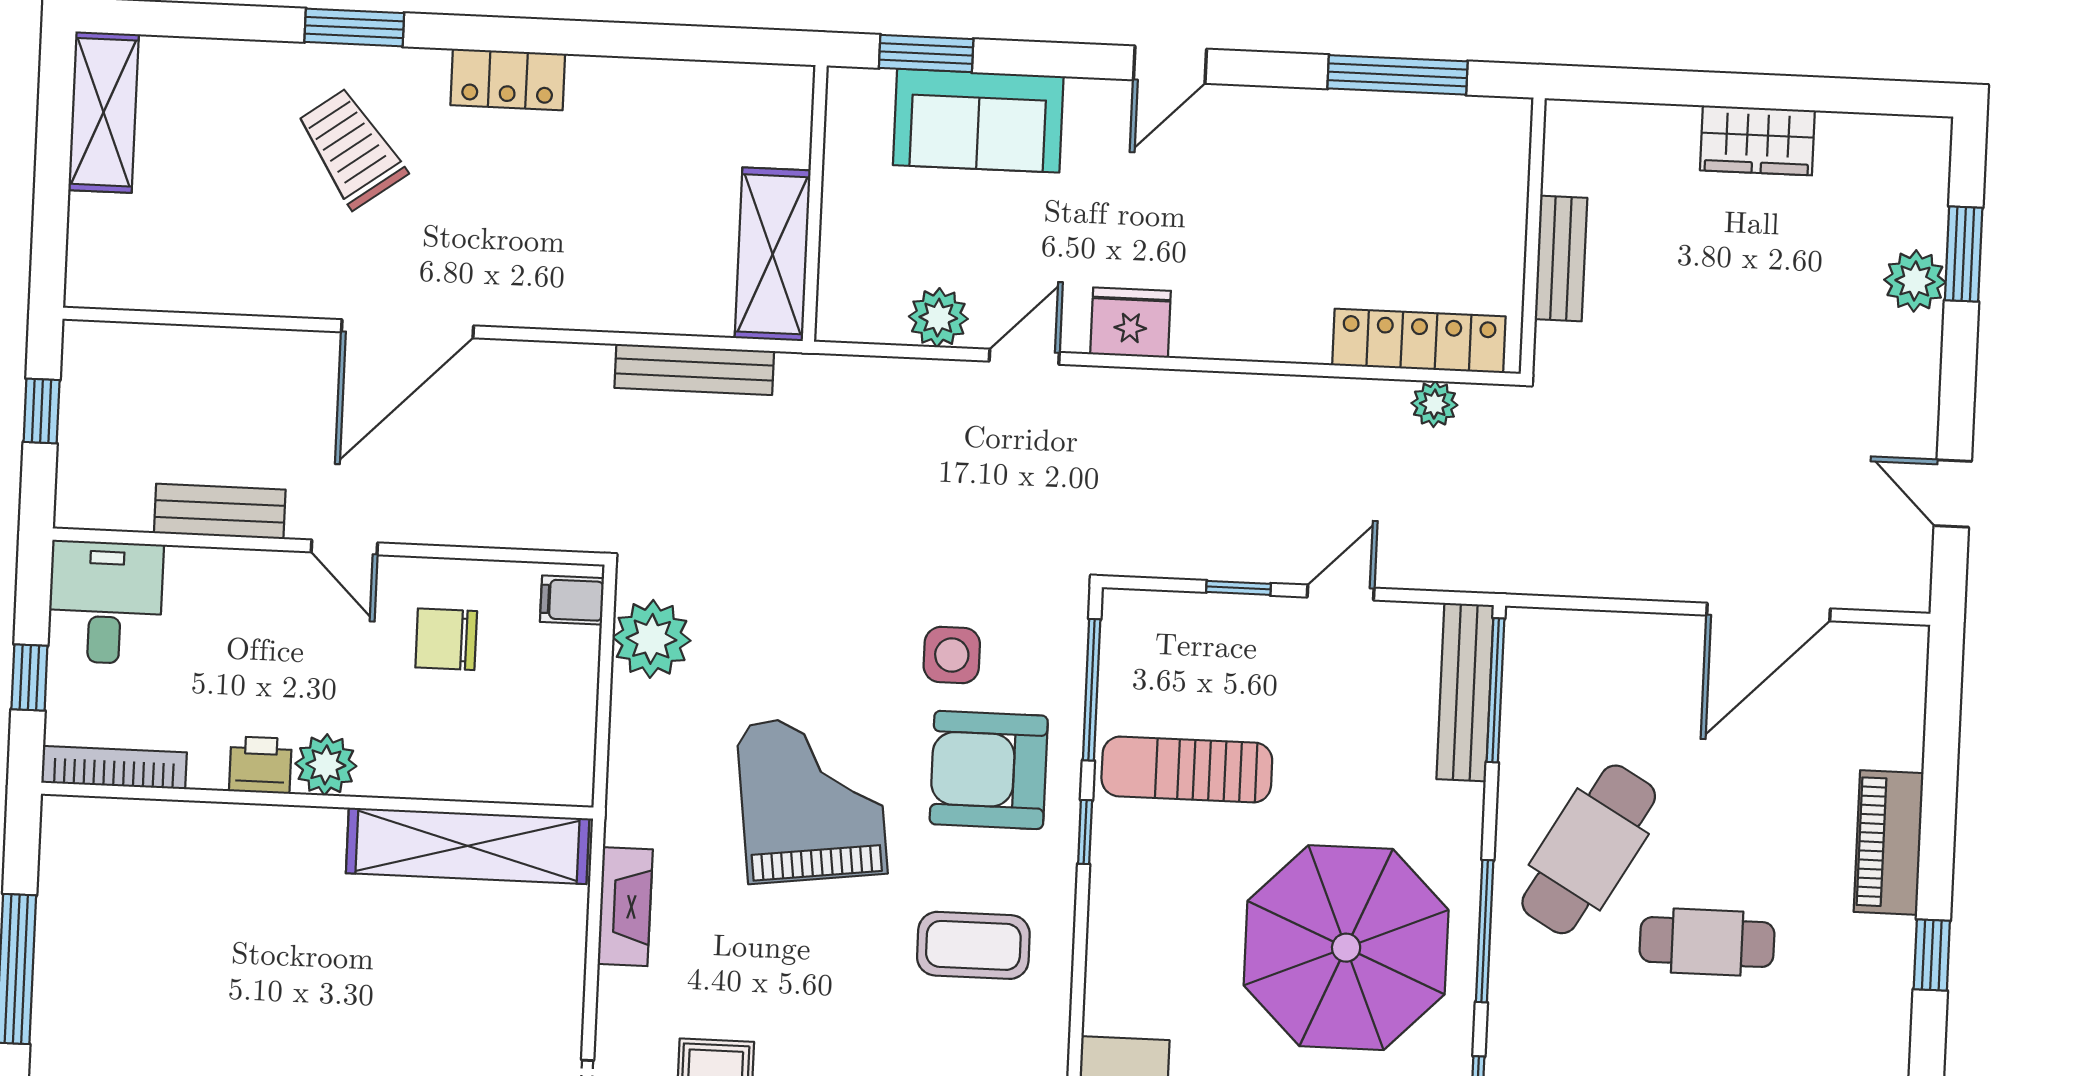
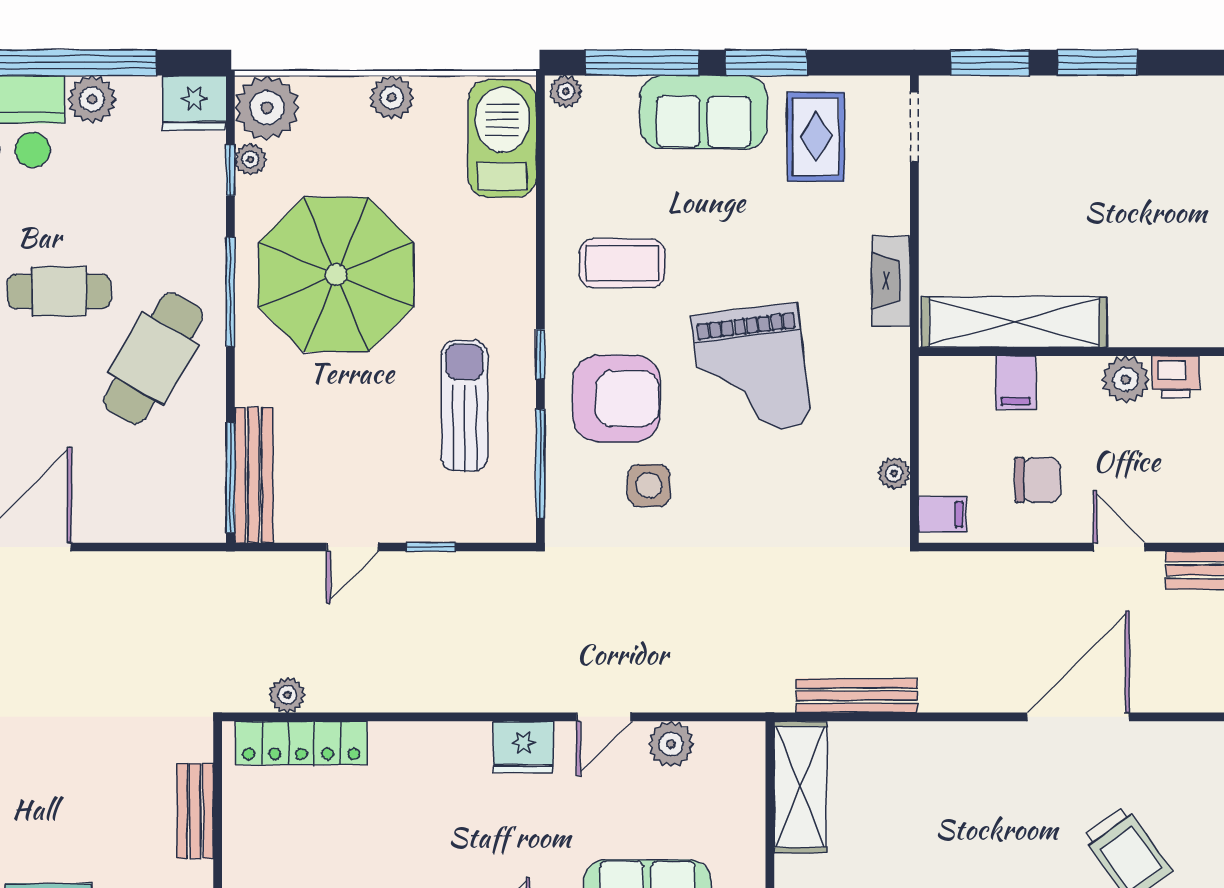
plant: (652, 639) -> (894, 473), width x0.53, depth x0.53
filing cabinet: (469, 767) -> (1016, 383), added
sun lounger: (1187, 770) -> (465, 406), turned -90

